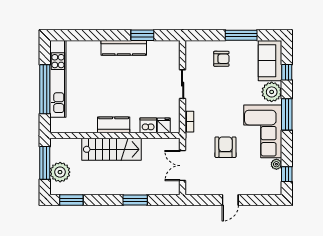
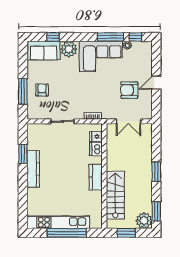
window: (241, 35) -> (23, 92), moved
window: (287, 114) -> (110, 37), moved
armchair: (225, 147) -> (129, 90), moved
stairs: (112, 149) -> (115, 195), moved
window: (45, 163) -> (126, 233), width x0.69
plant: (60, 172) -> (144, 221), moved
window: (135, 200) -> (156, 172), moved
door: (230, 200) -> (156, 83), swing flipped

